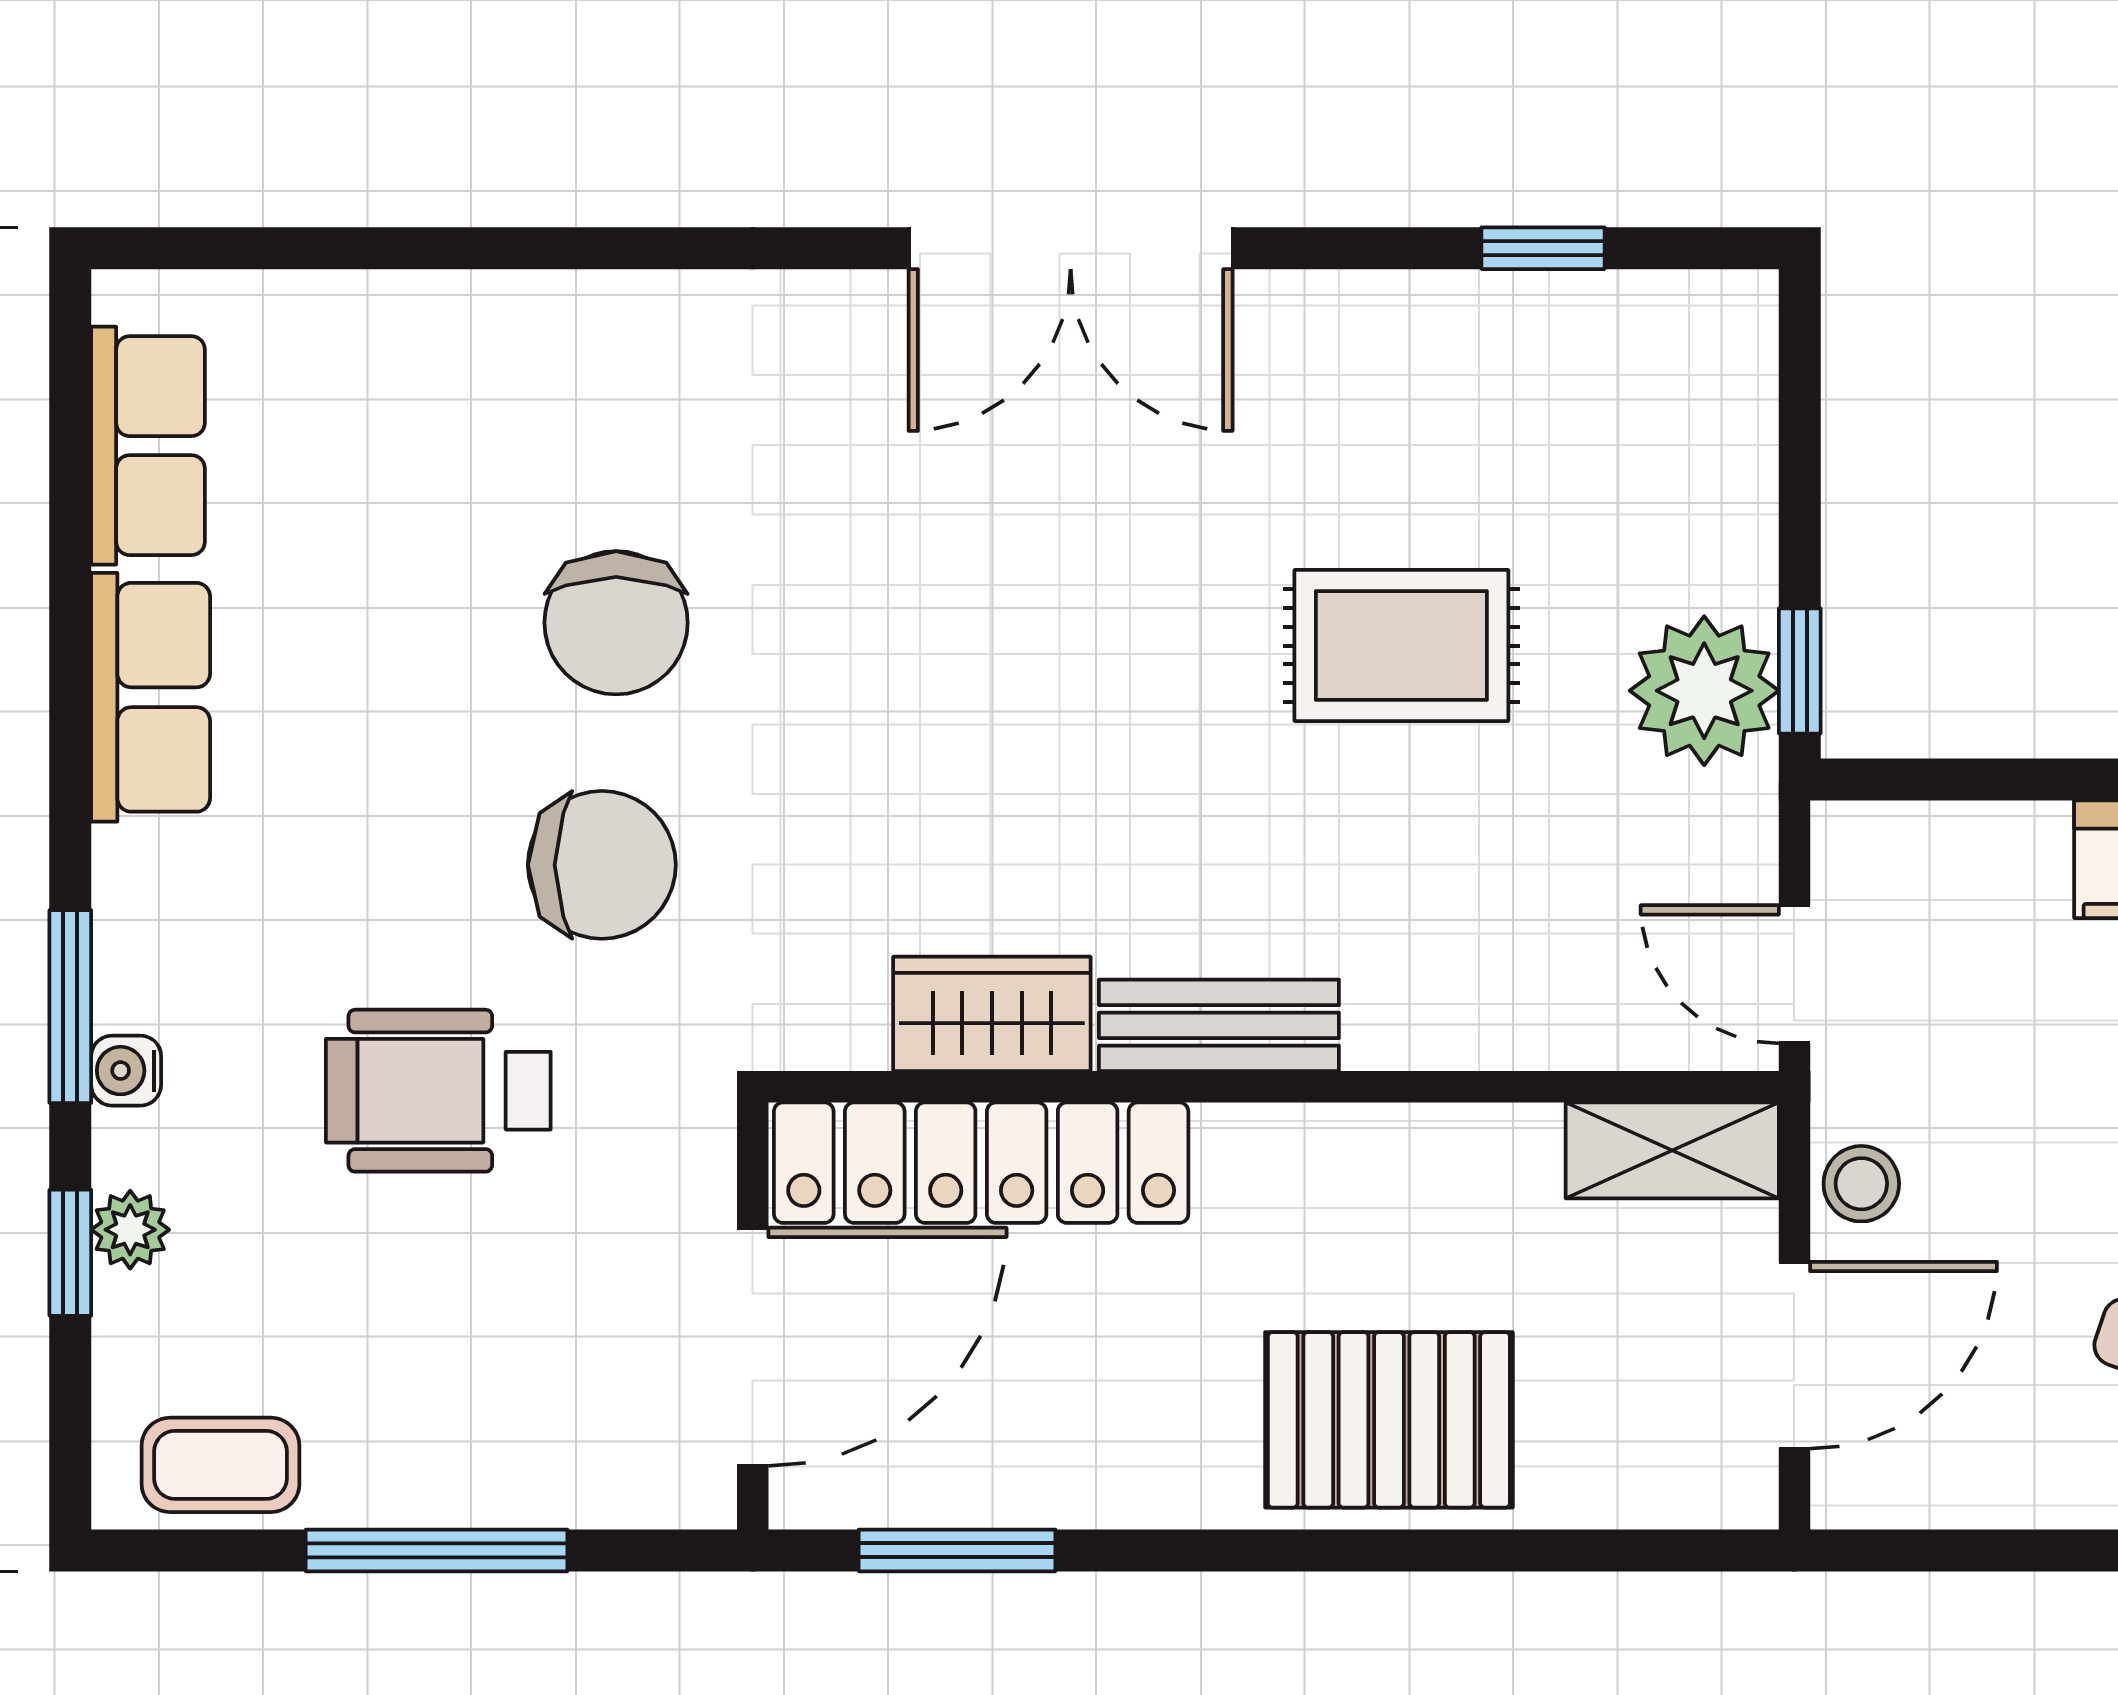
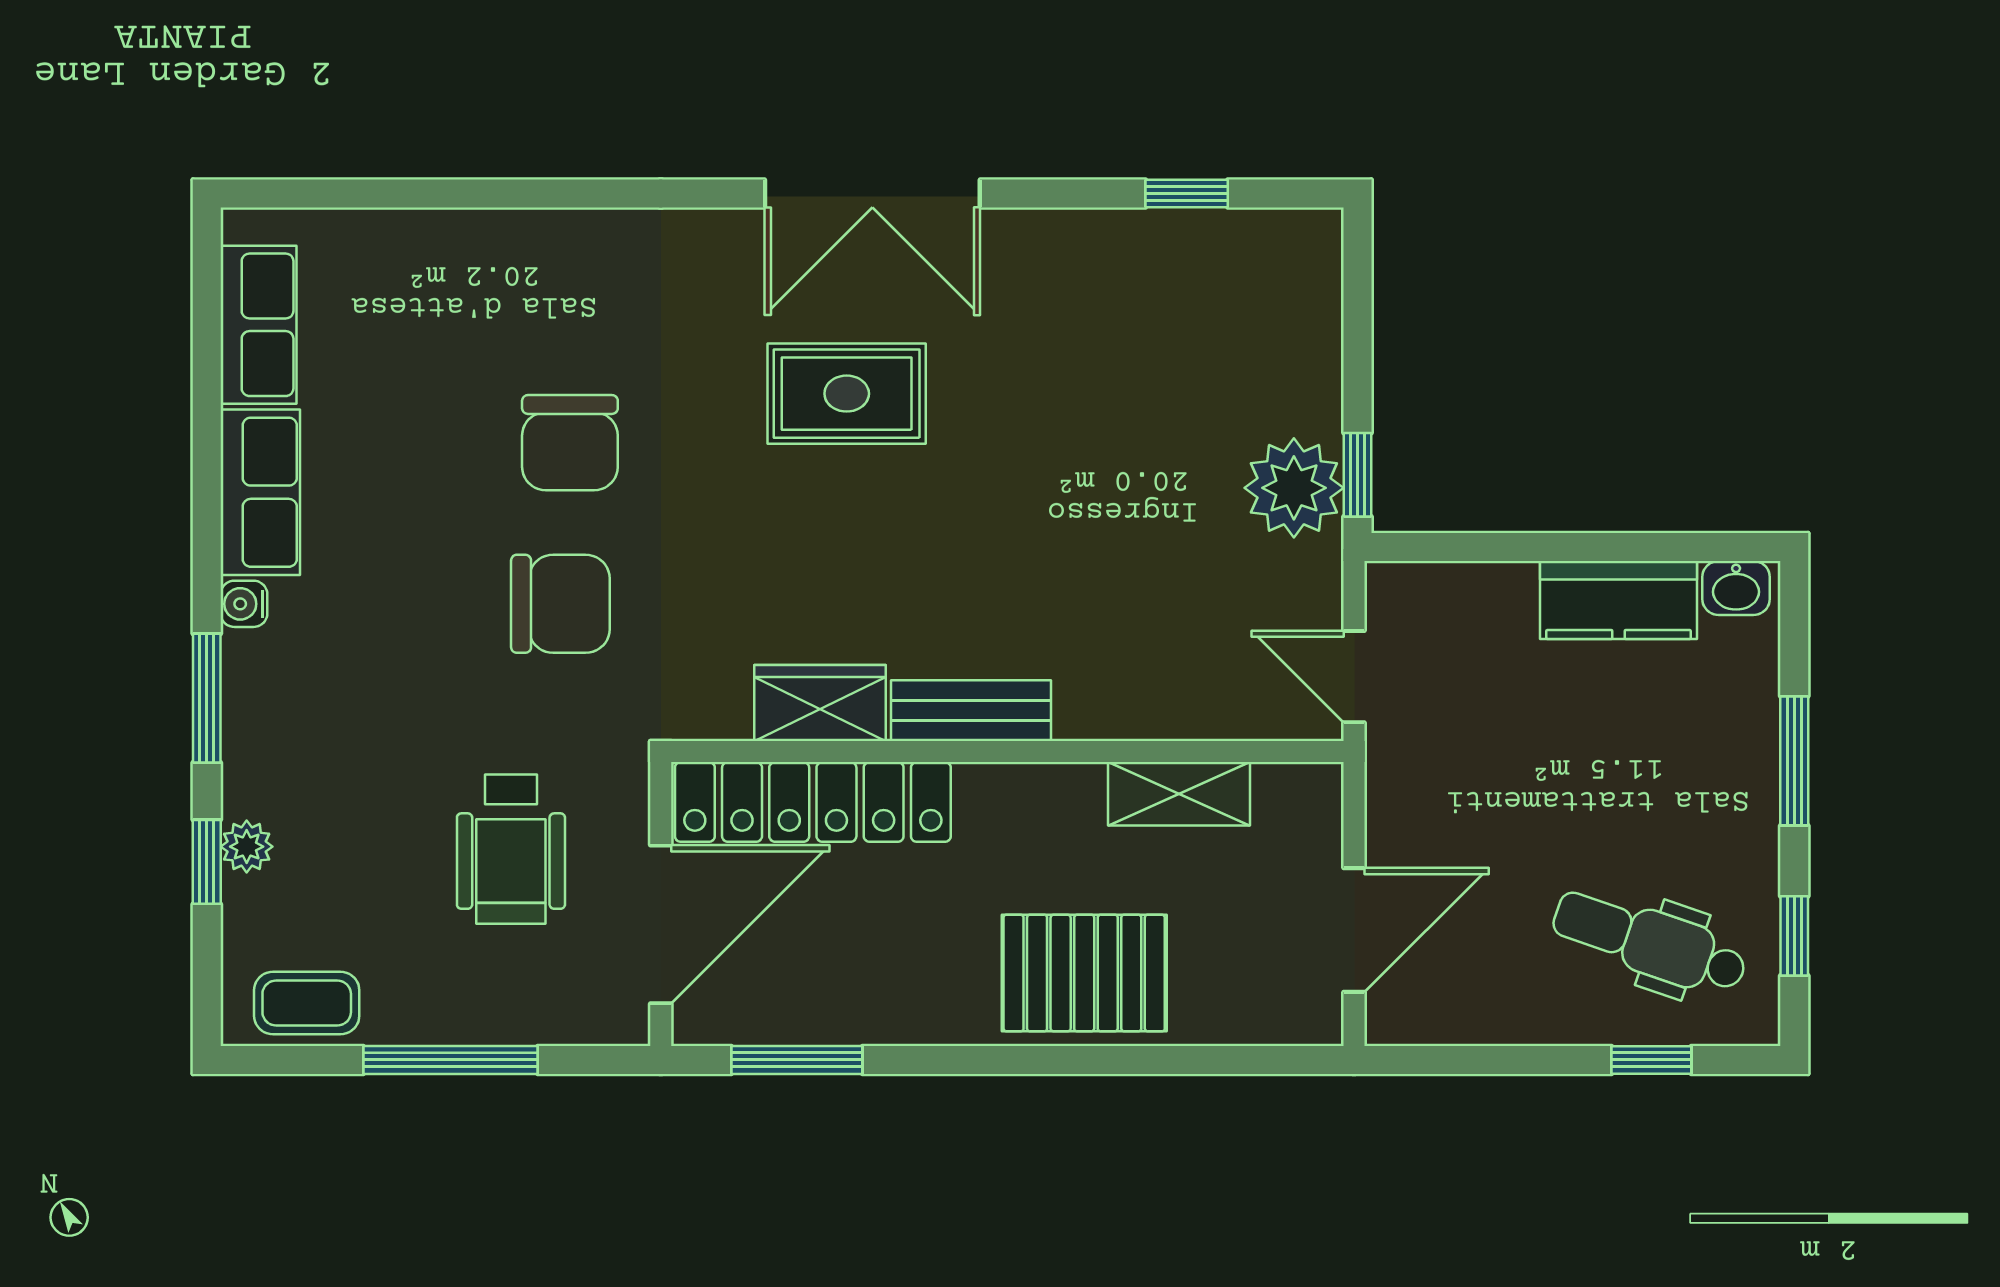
rug: (1401, 646) -> (847, 394), moved
water cooler: (126, 1071) -> (244, 604), moved
wheelchair: (438, 1091) -> (511, 849), moved, turned -90
shelving: (1672, 1150) -> (1179, 794), moved
stool: (1861, 1184) -> (1399, 816), removed

